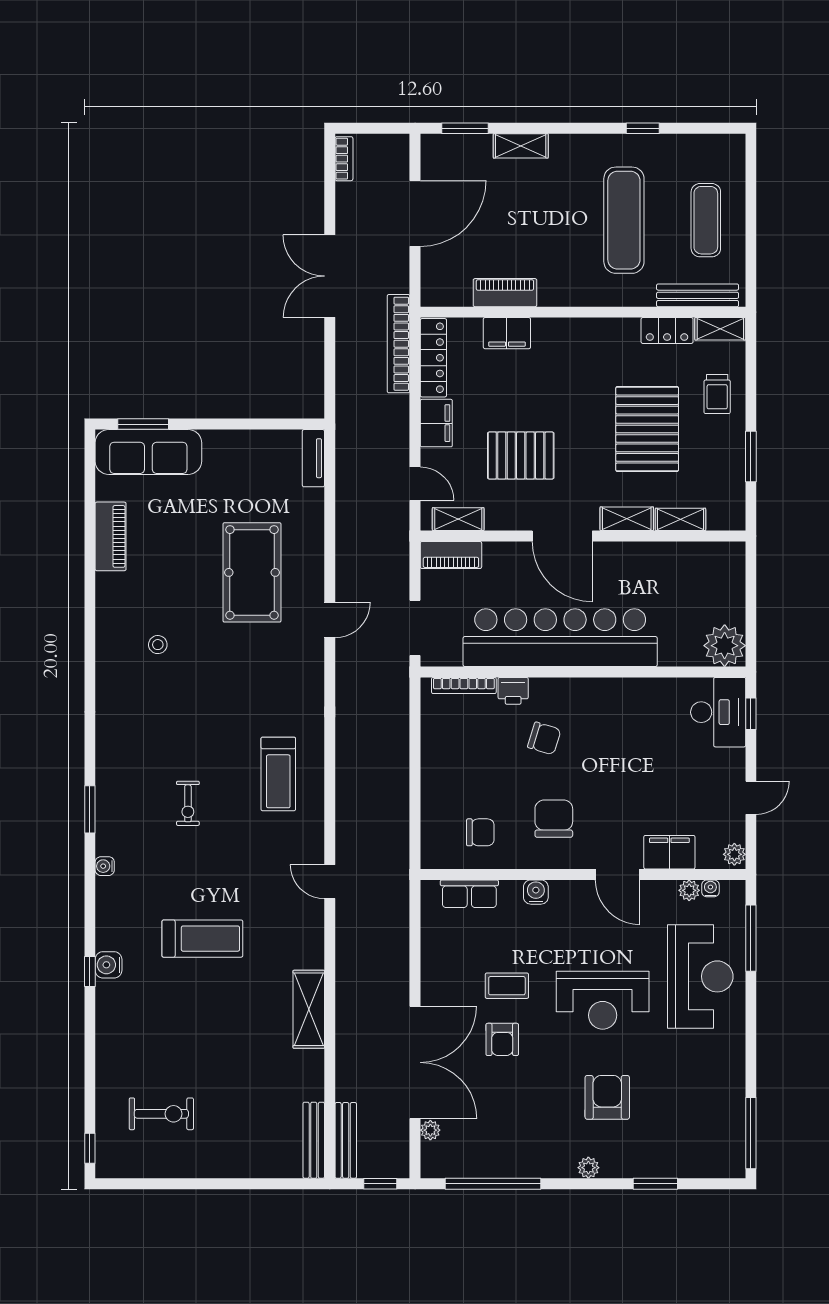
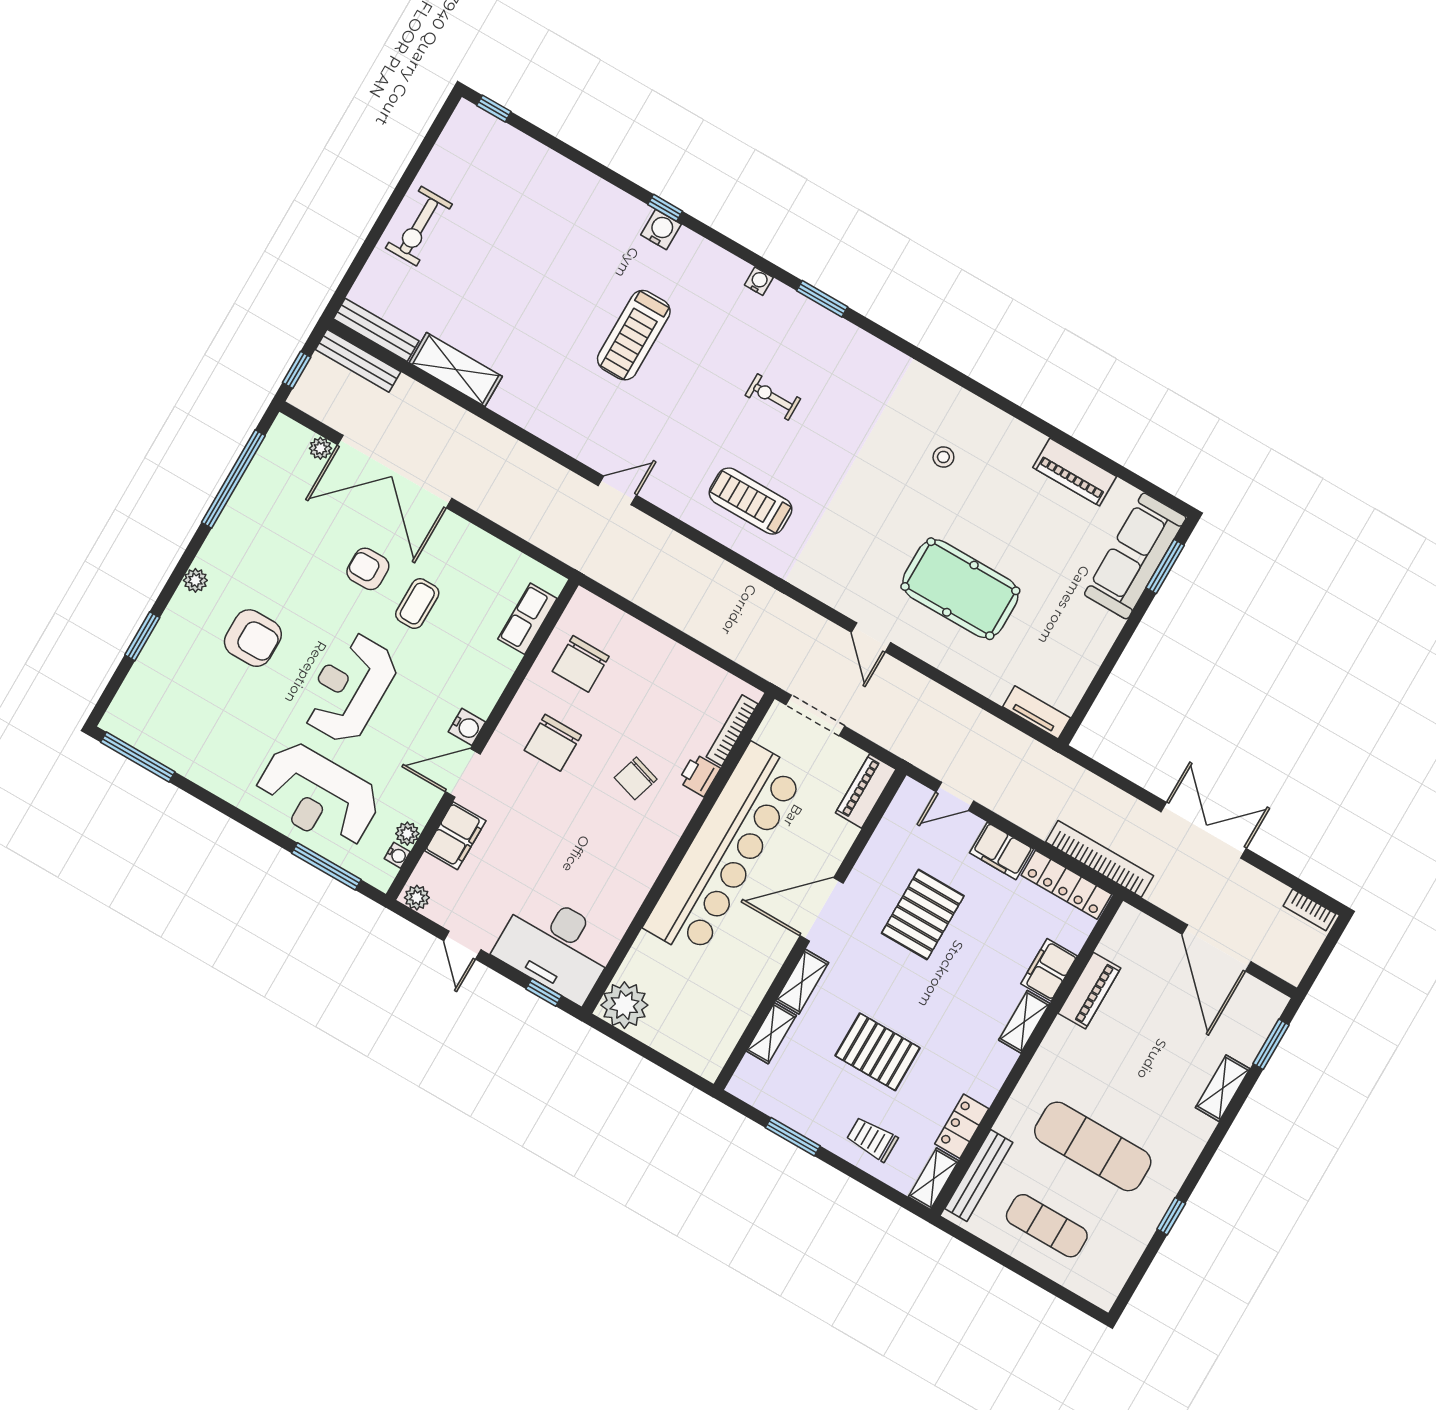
pallet: (647, 429) -> (877, 1052), width x0.73, depth x0.71
shelving: (458, 519) -> (1024, 1022), moved
desk: (718, 712) -> (556, 946), width x1.36, depth x1.30
chair: (554, 819) -> (553, 743), turned 90
chair: (480, 832) -> (581, 664), width x1.37, depth x1.37
water cooler: (536, 892) -> (467, 727), moved
shelving: (309, 1009) -> (456, 370), moved
exercise bike: (161, 1114) -> (419, 226), moved

